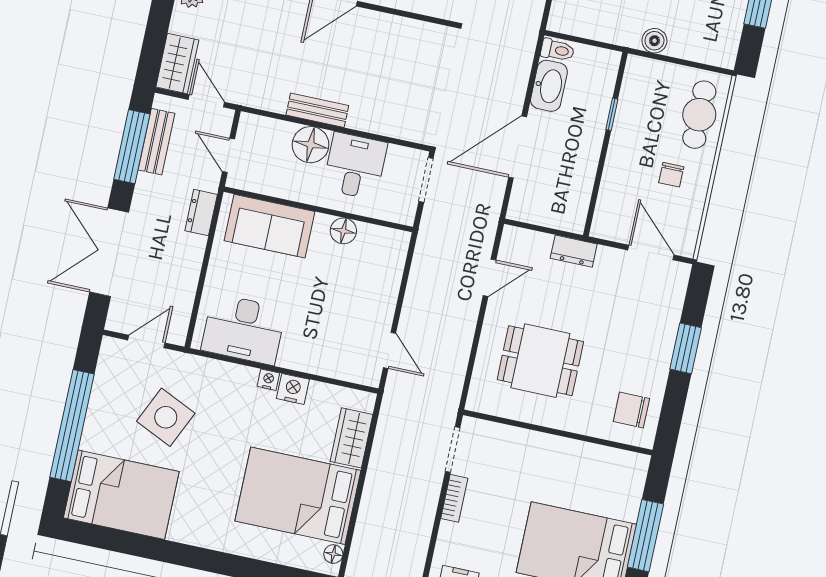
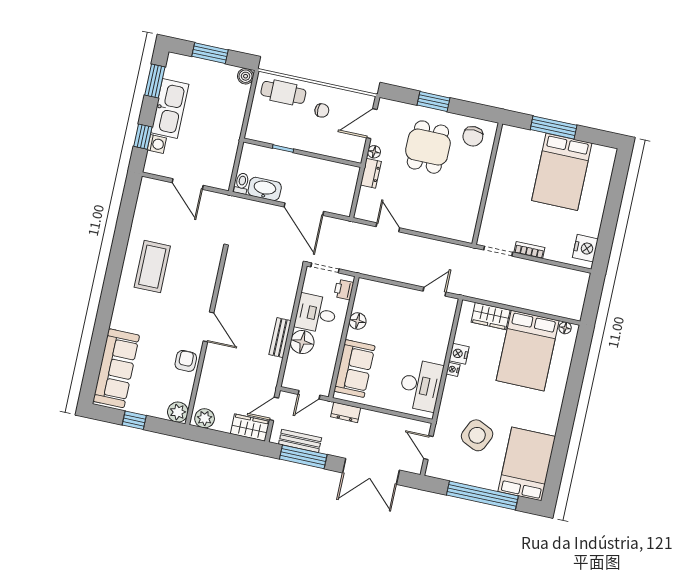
boiler: (654, 41) -> (246, 76), moved
printer: (392, 209) -> (344, 290), added
floor lamp: (607, 256) -> (374, 152), added
dining table: (540, 361) -> (428, 147), moved

